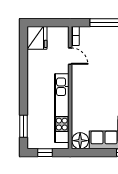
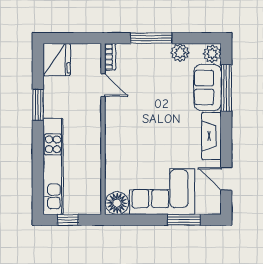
kitchen unit: (62, 108) -> (53, 166), moved, turned 180
window: (24, 126) -> (38, 105), moved

